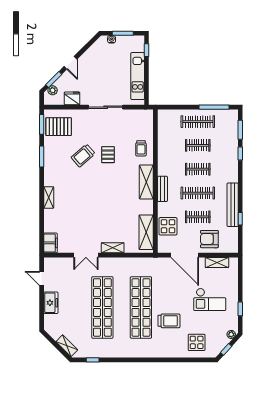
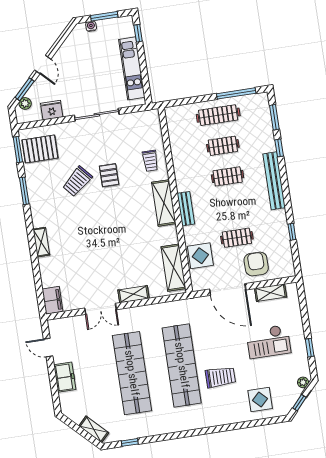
clothes rail: (198, 193) -> (232, 207), removed
bench: (233, 205) -> (274, 181), moved
armchair: (209, 239) -> (256, 264), turned 90

